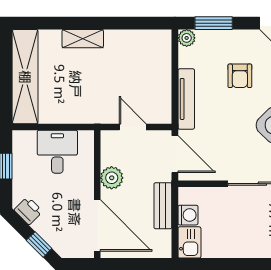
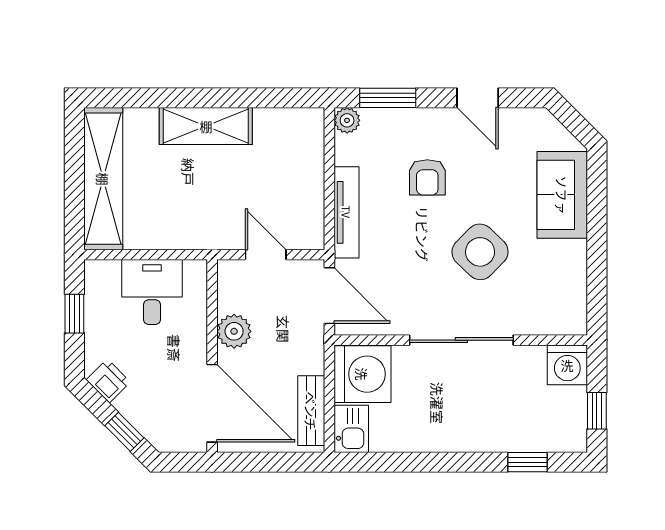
shelving: (83, 39) -> (206, 126), width x1.50, depth x1.33
bench: (163, 206) -> (311, 411), moved
washing machine: (188, 215) -> (362, 374), width x1.89, depth x1.89

